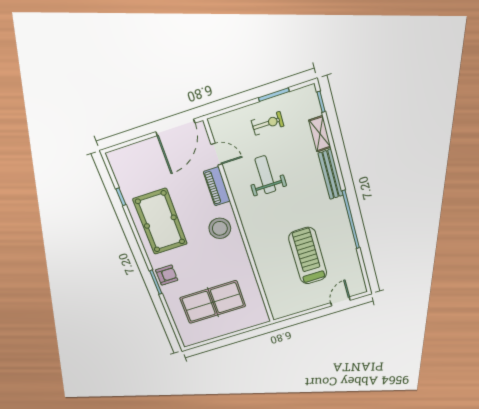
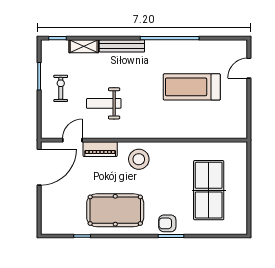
door: (175, 127) -> (39, 167), hinge flipped
armchair: (167, 275) -> (167, 223), turned -90
door: (340, 301) -> (249, 68), hinge flipped

